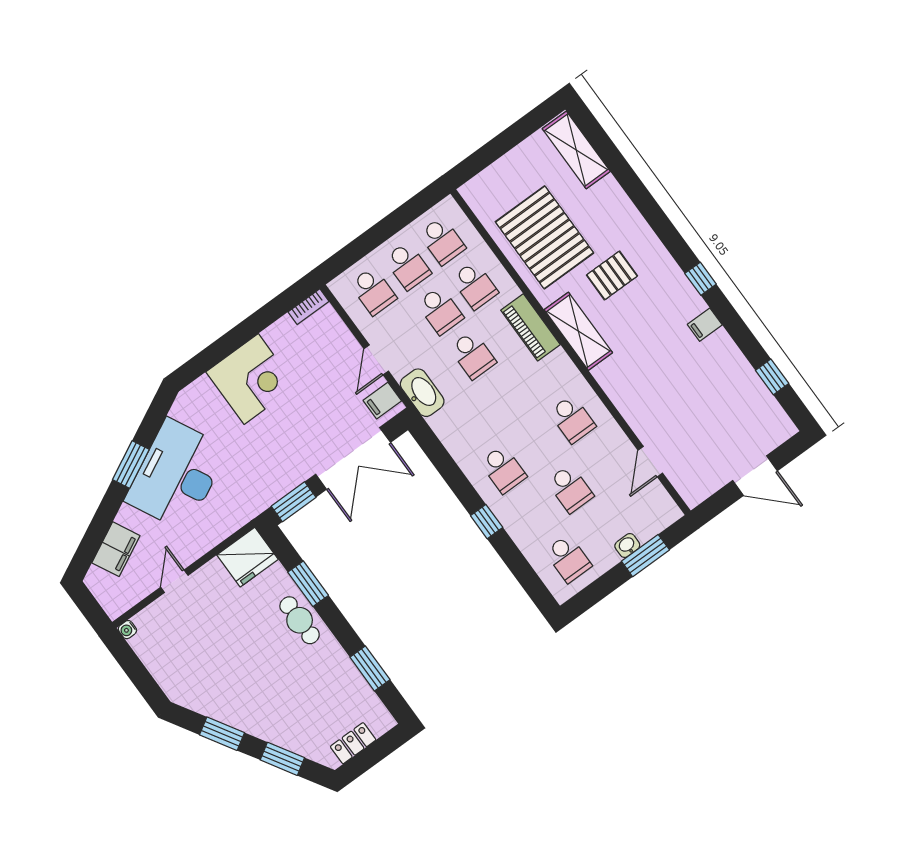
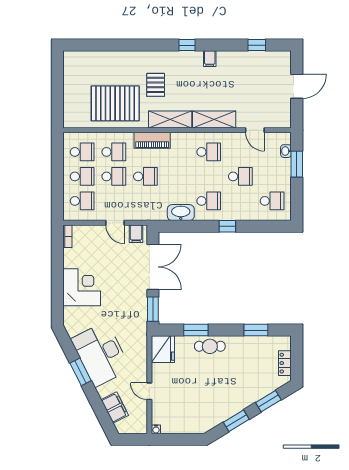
shelving: (576, 150) -> (214, 119), moved
washbasin: (422, 393) -> (181, 213), moved
washbasin: (627, 546) -> (286, 151), moved

